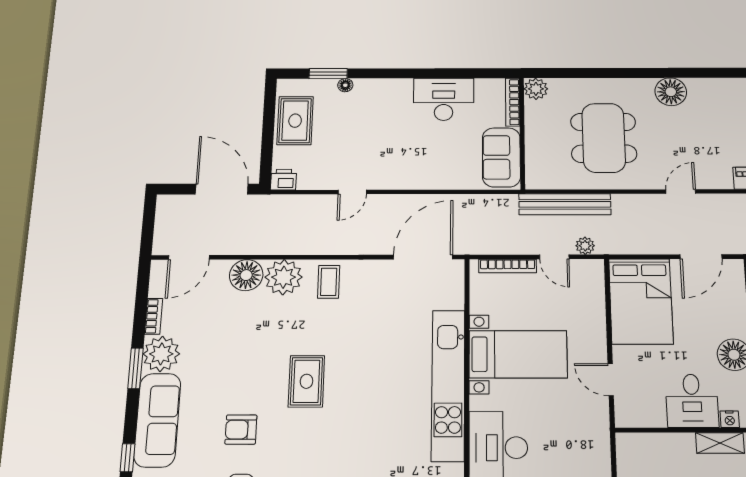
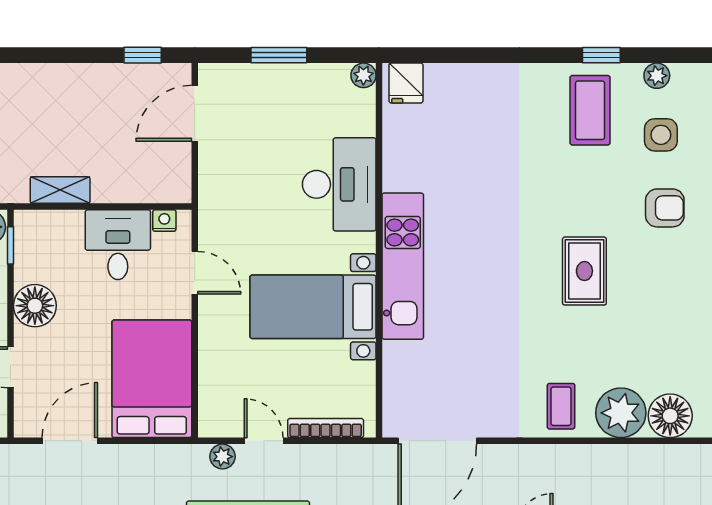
kitchen unit: (448, 385) -> (403, 266), width x0.73
desk: (692, 401) -> (118, 245), moved
nightstand: (730, 419) -> (164, 221), moved

